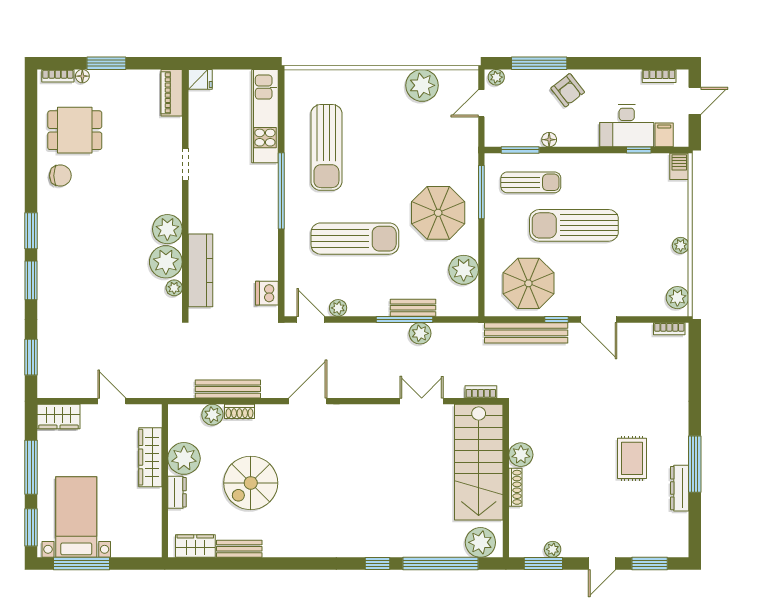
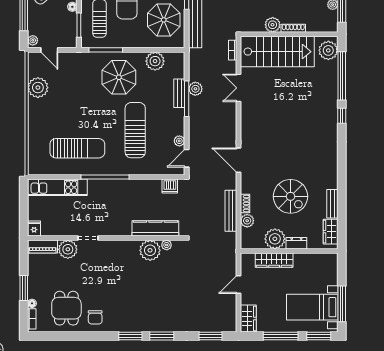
chair: (60, 176) -> (95, 317), turned 180
plant: (167, 229) -> (68, 249), moved

